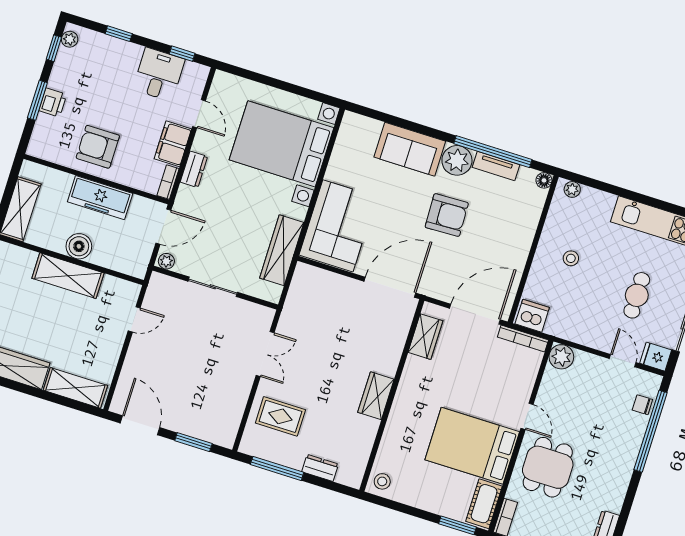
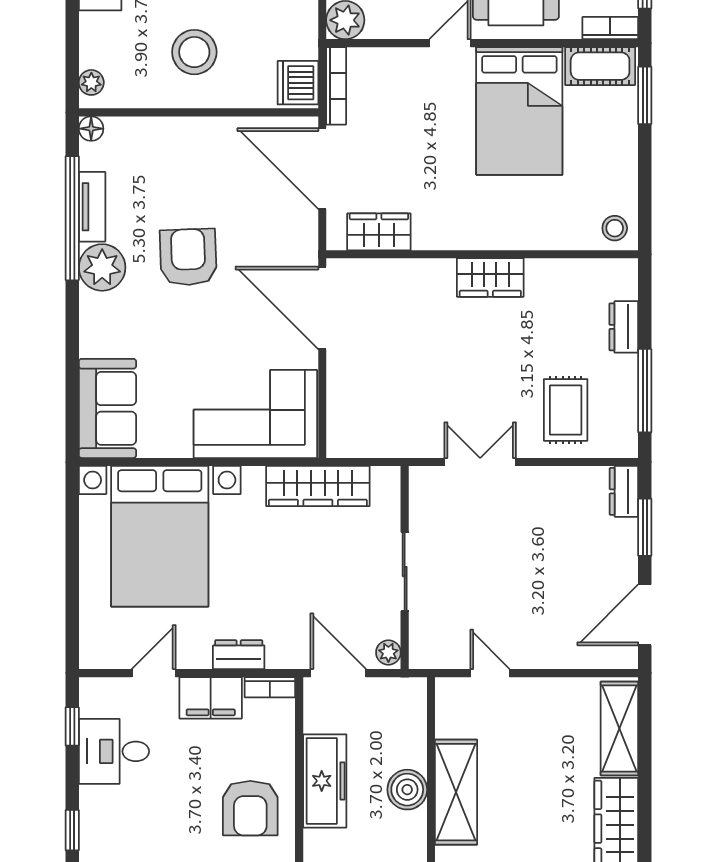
sofa: (410, 149) -> (108, 408), moved
stool: (571, 258) -> (194, 52), width x1.89, depth x1.89
dresser: (219, 436) -> (624, 491), added

